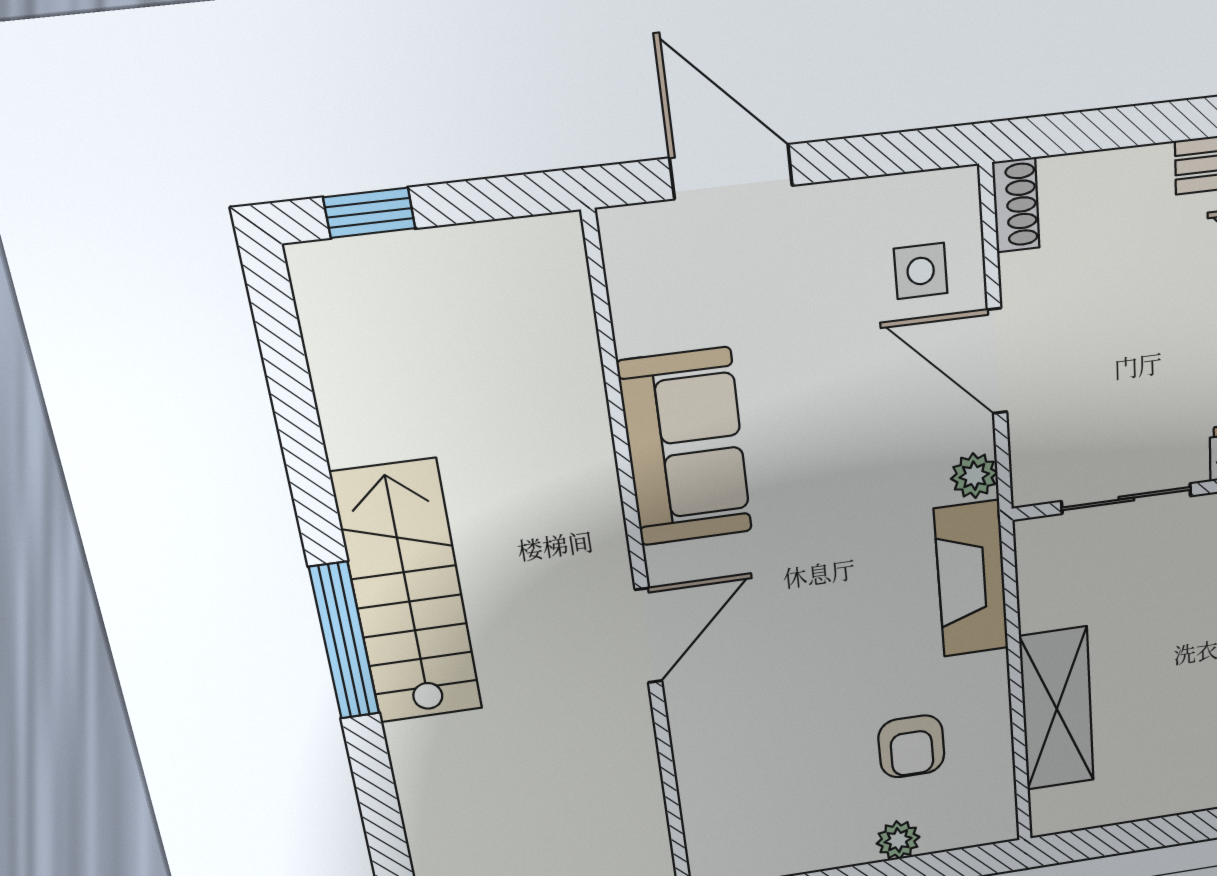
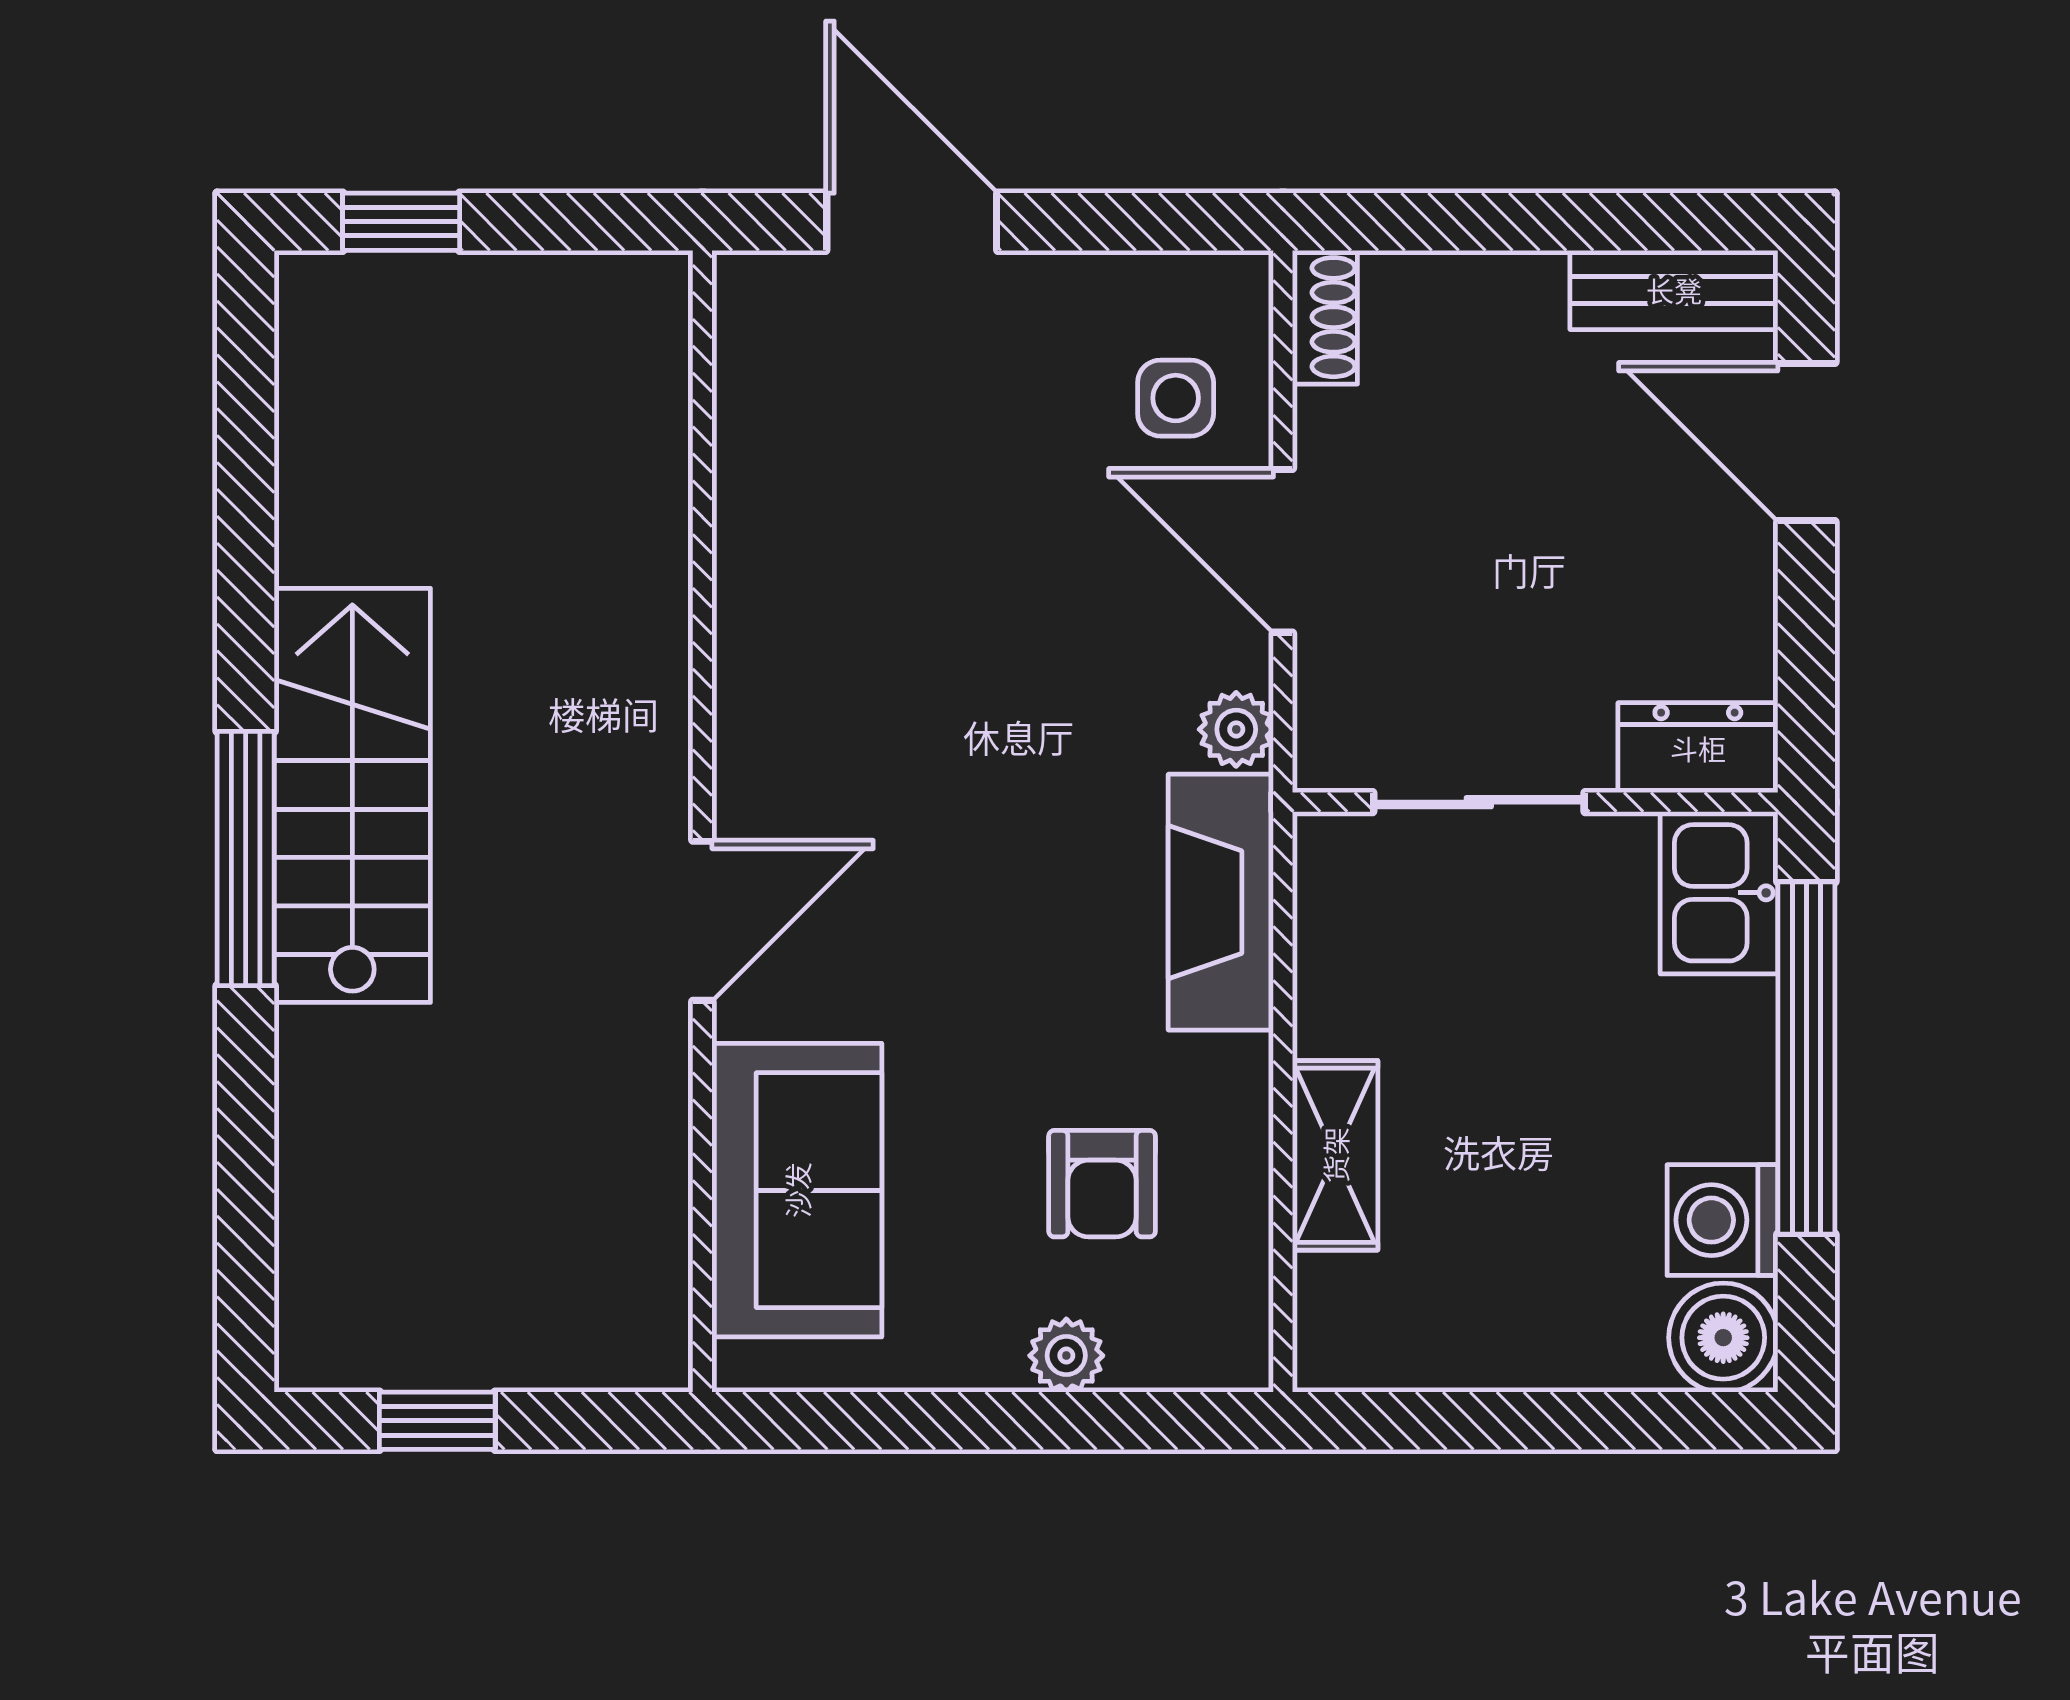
sofa: (685, 447) -> (797, 1190), moved
shelving: (1057, 709) -> (1335, 1155), width x0.67, depth x0.75

